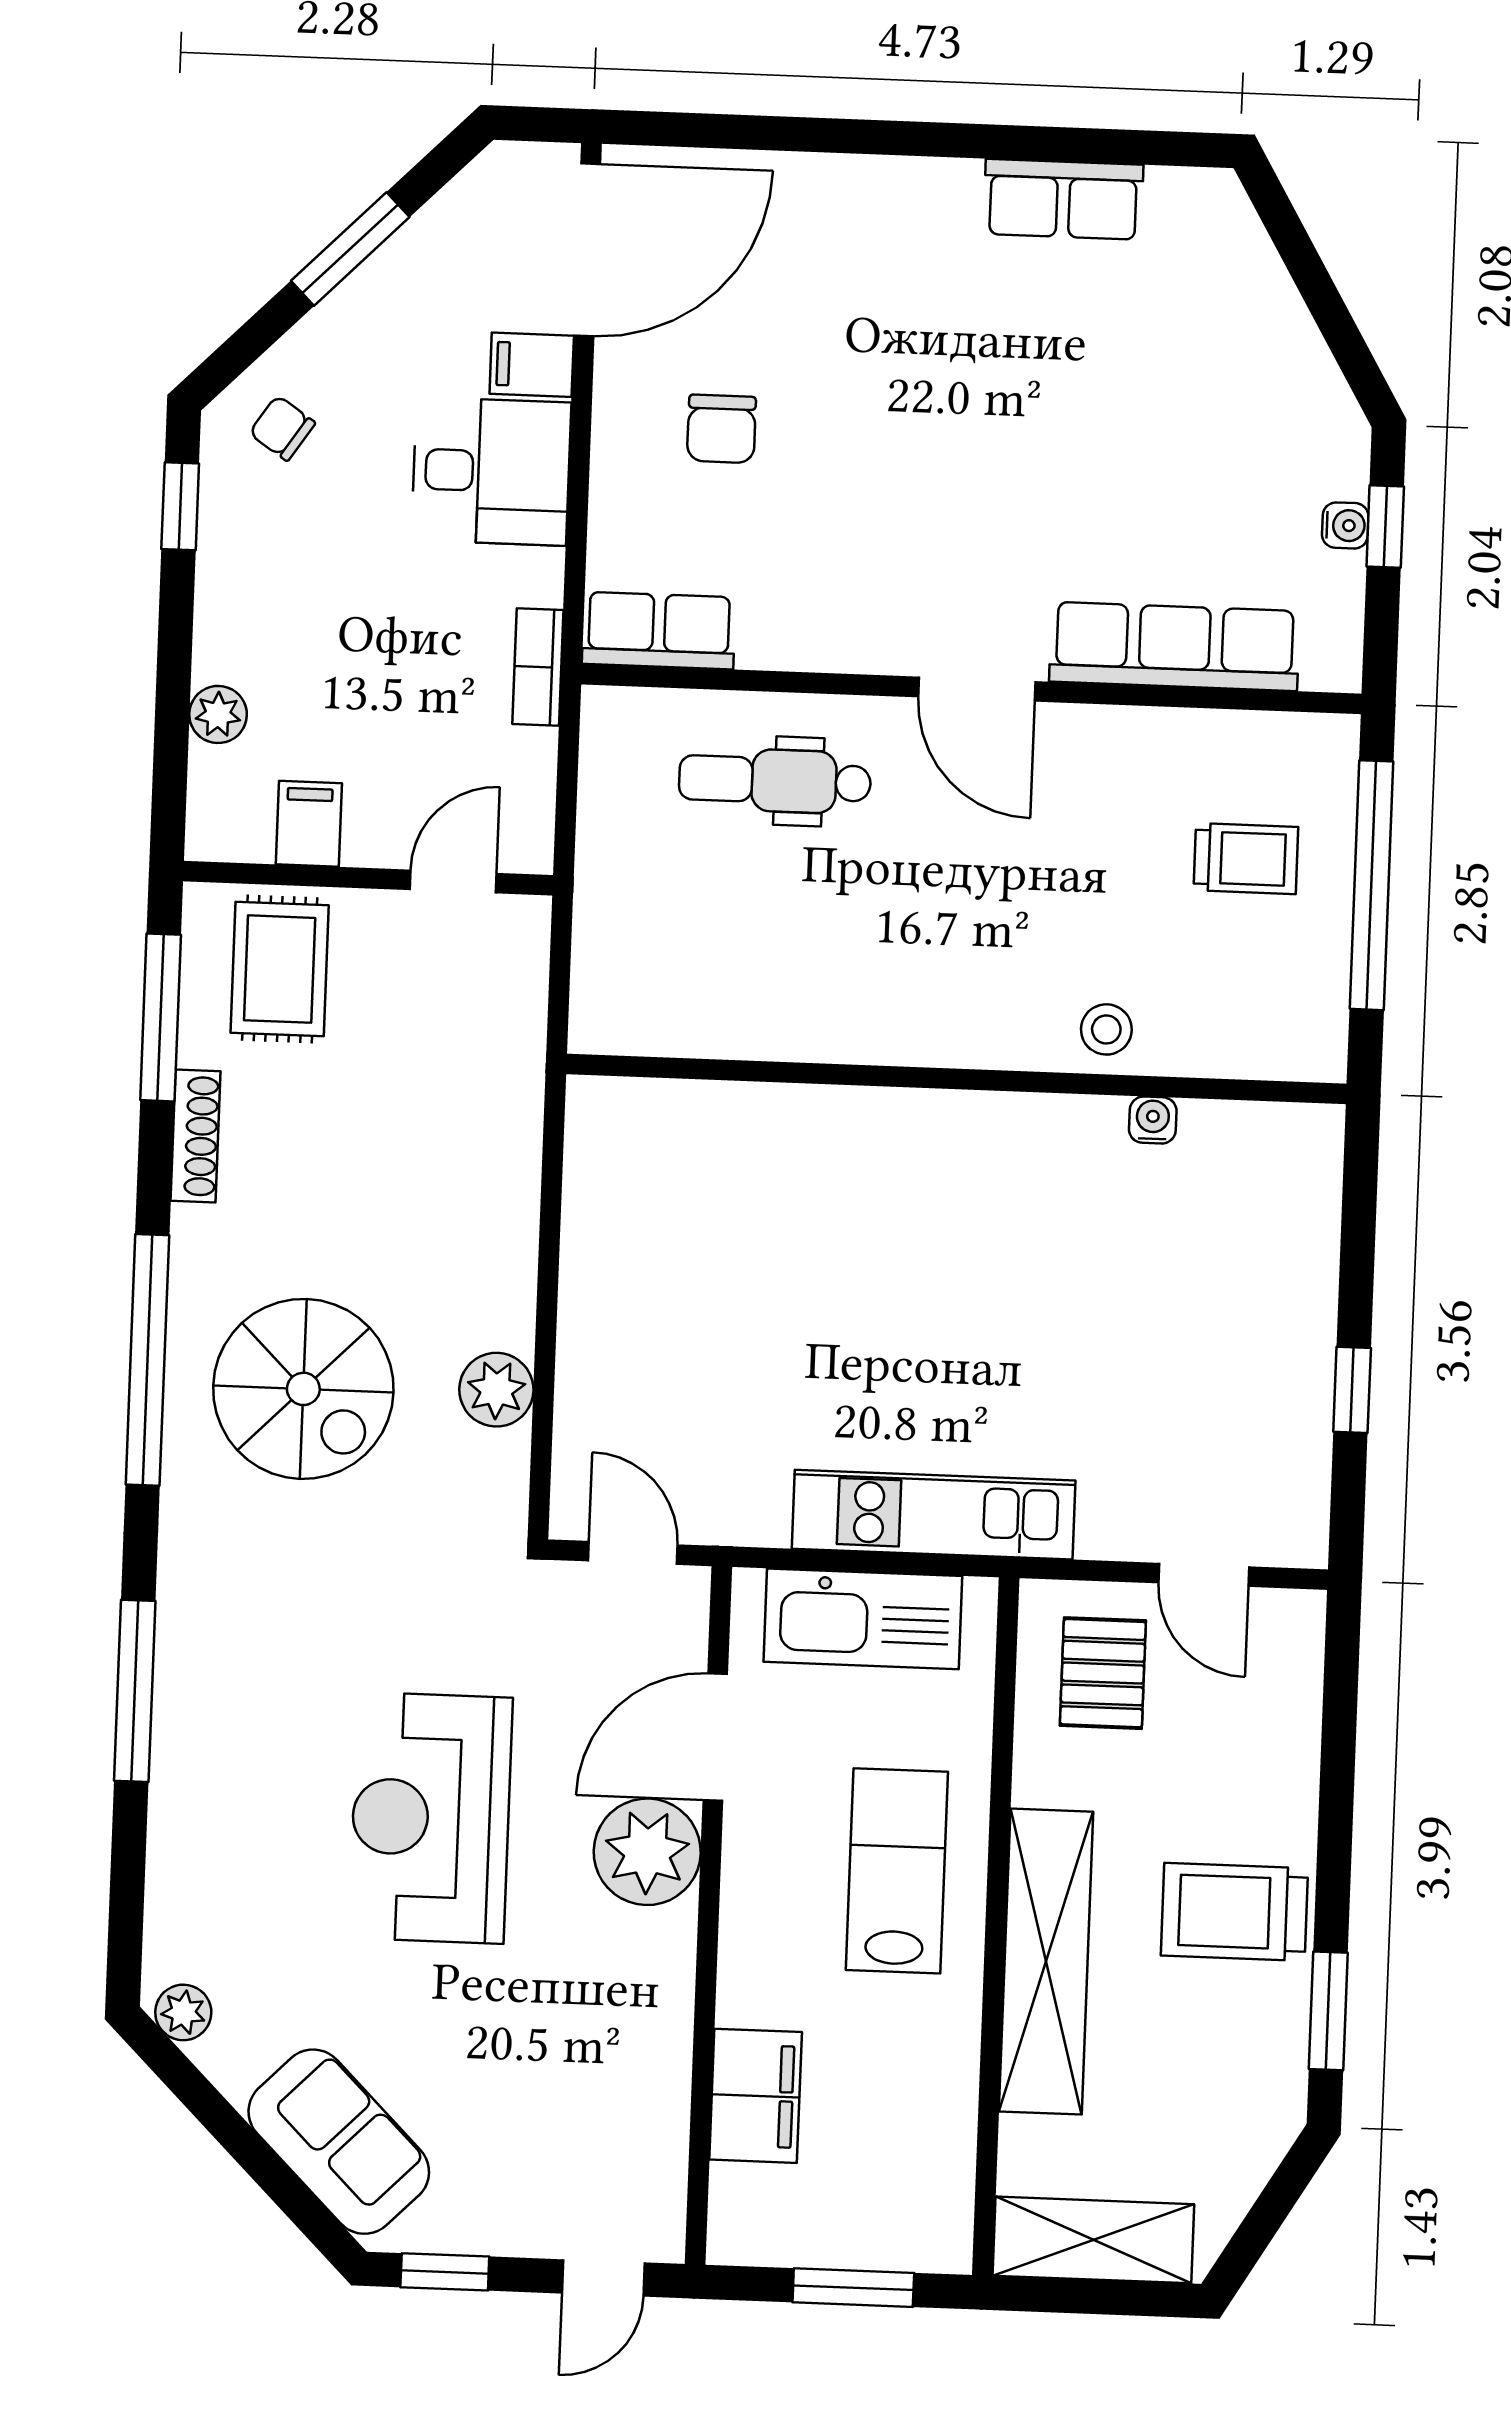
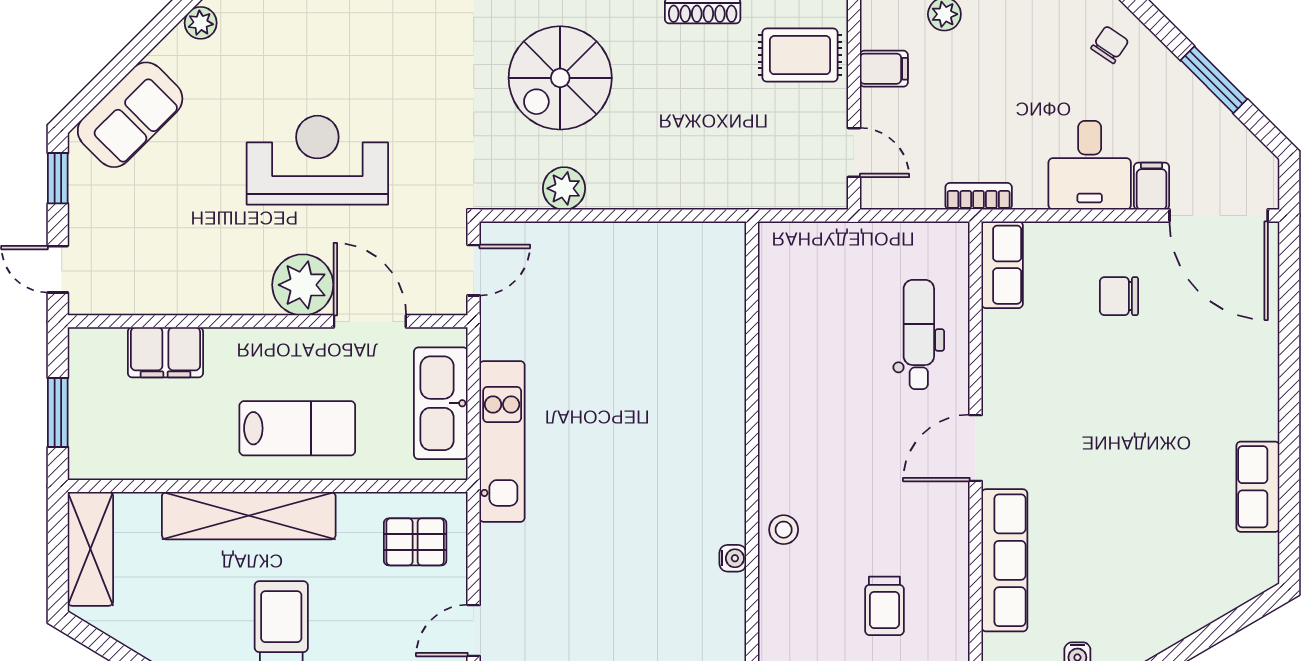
door: (1204, 1575) -> (474, 630), moved

